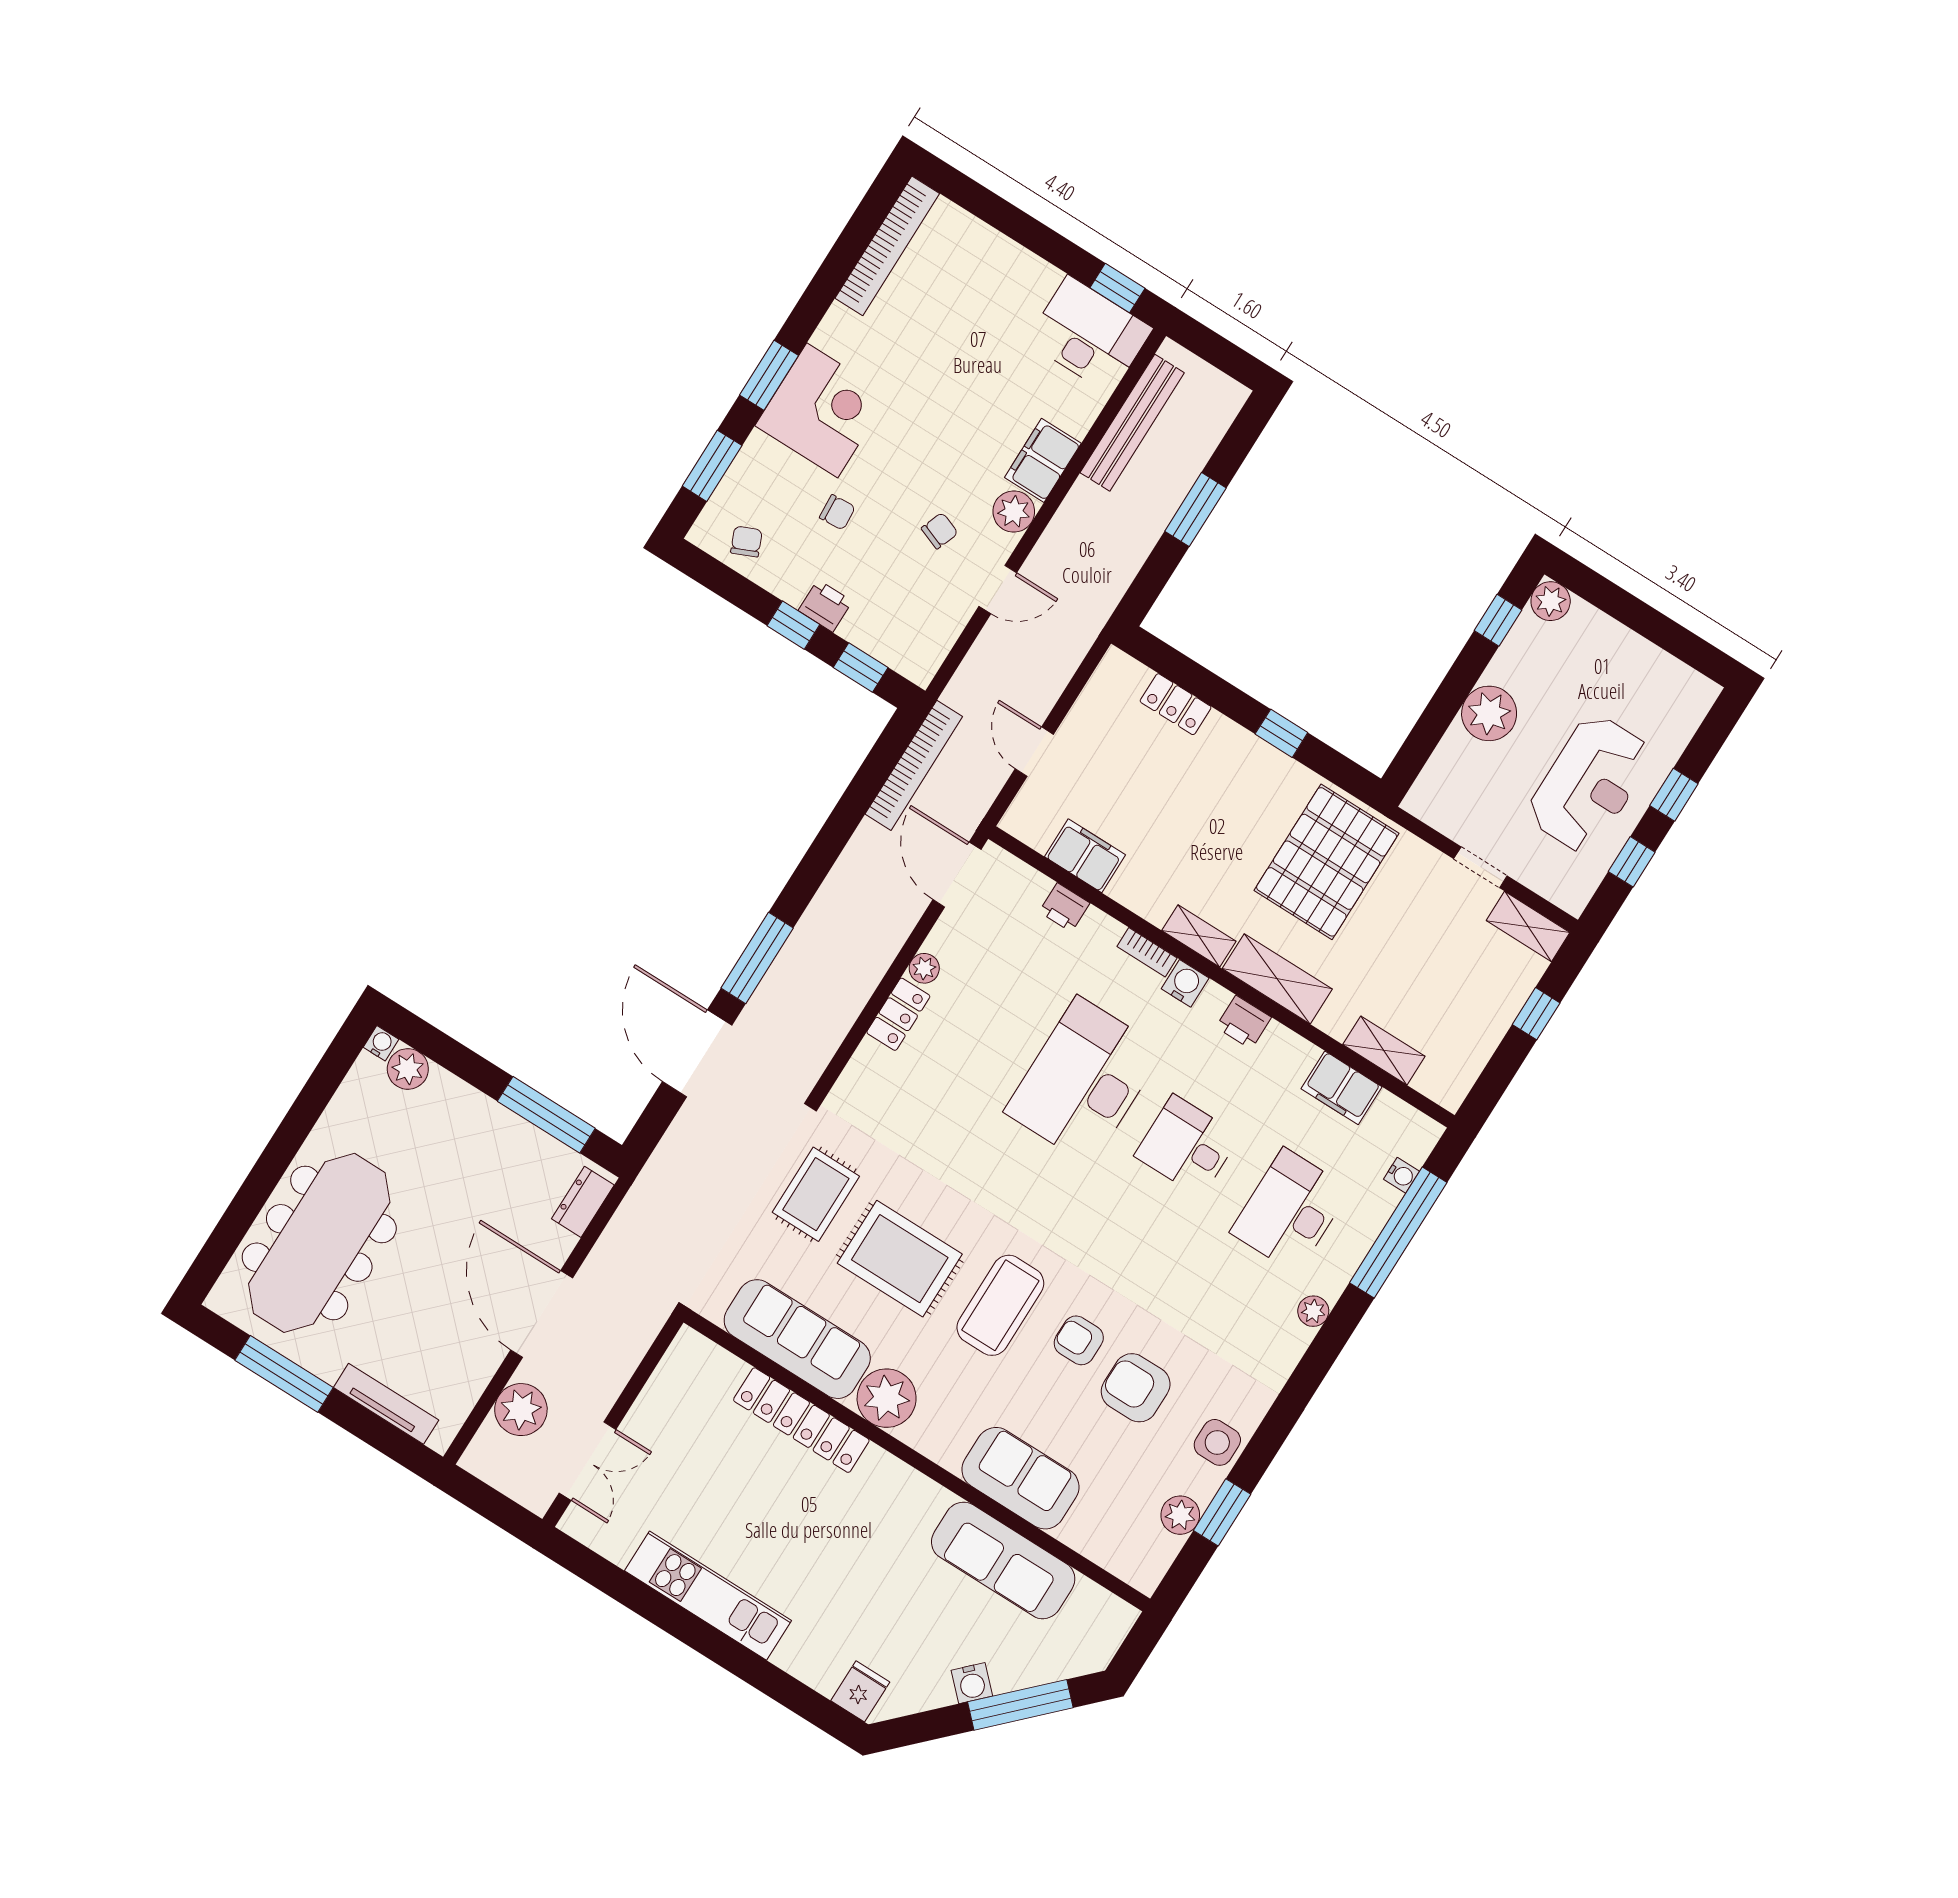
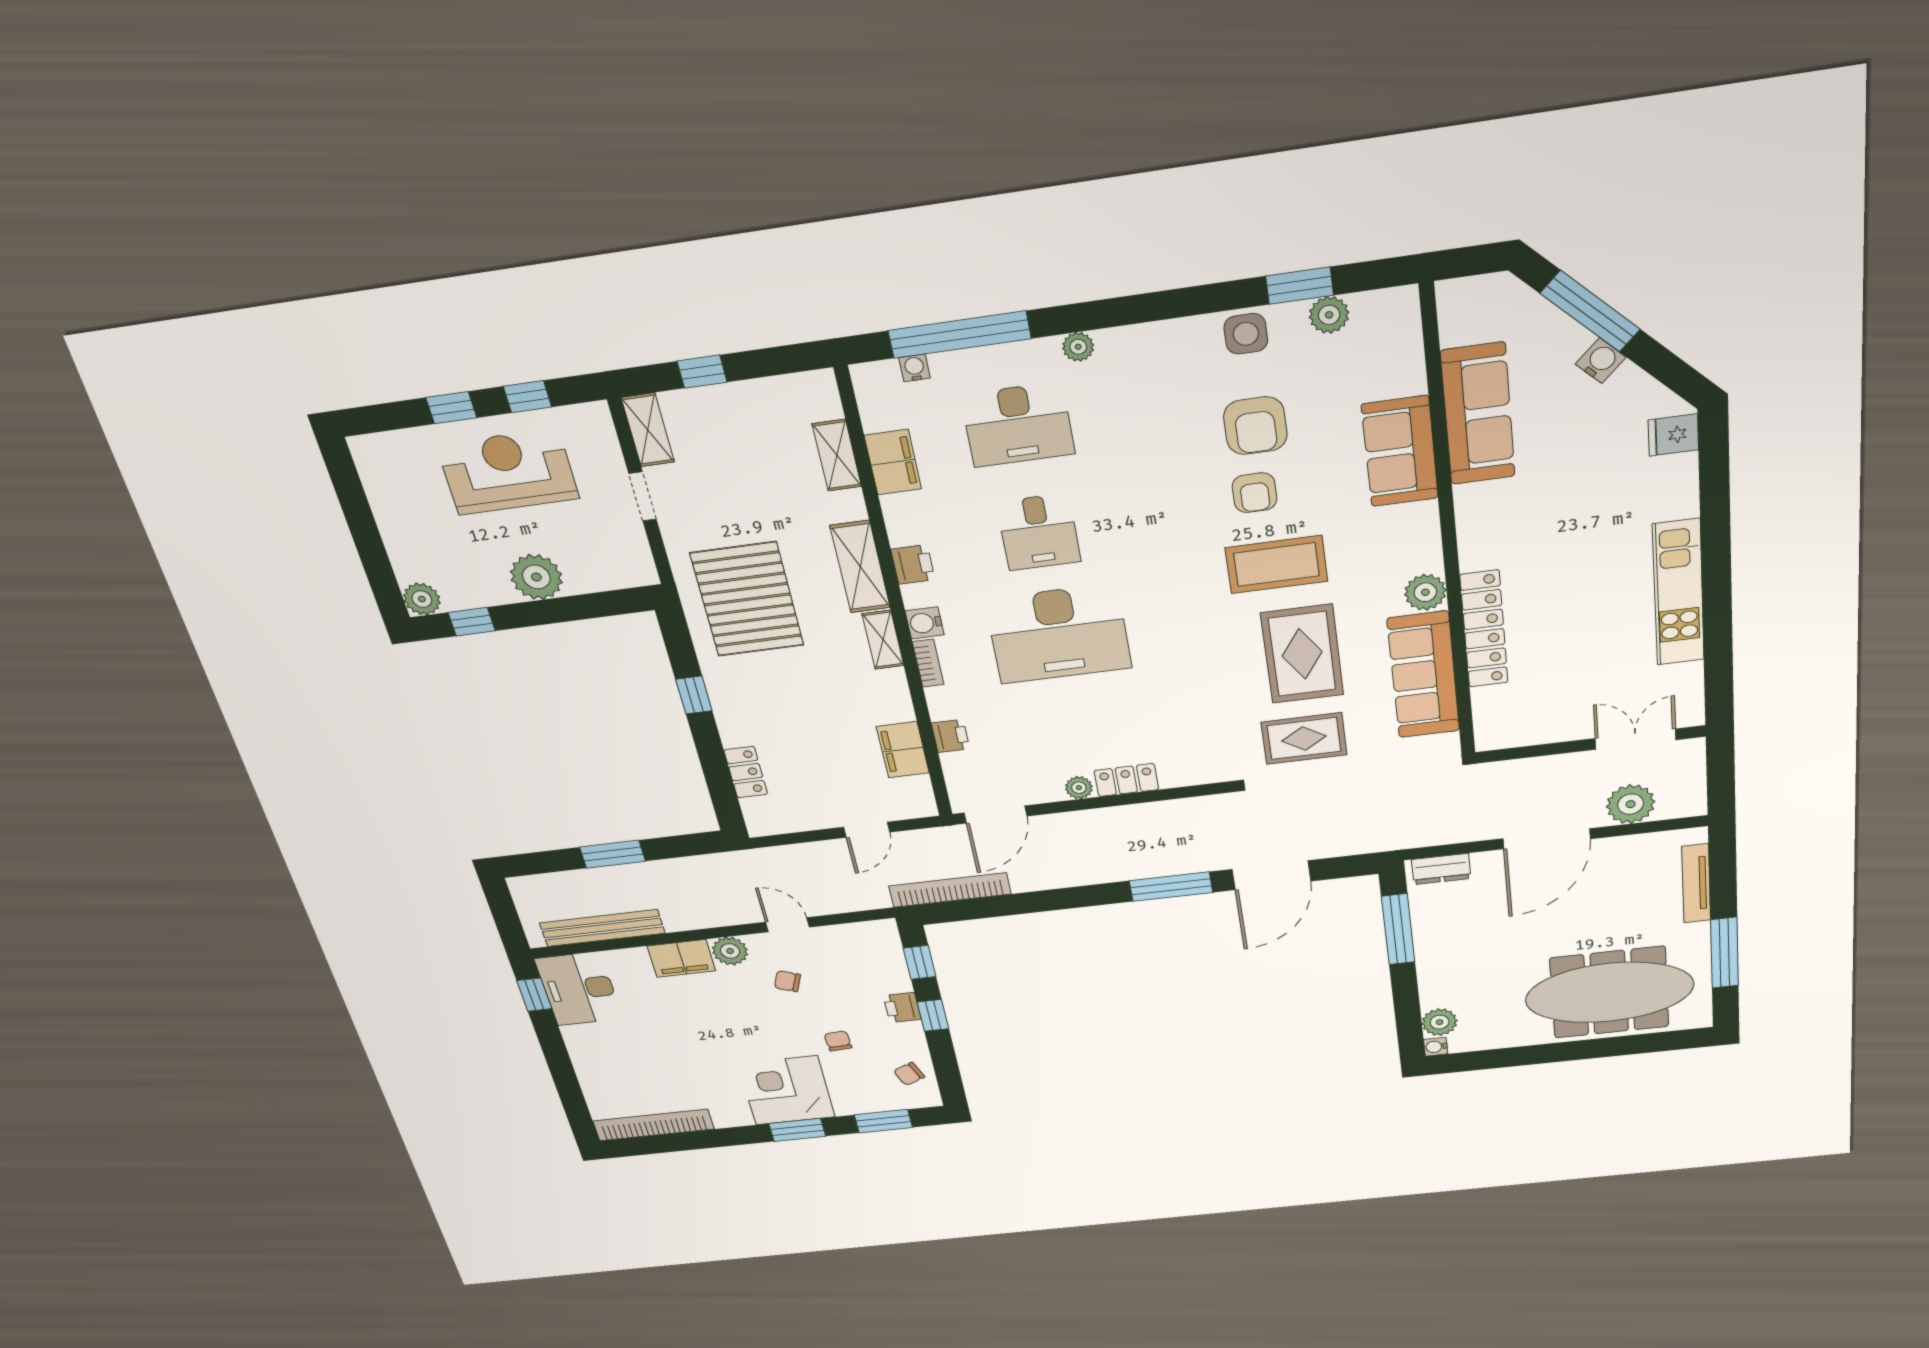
pallet: (1327, 862) -> (747, 599), turned 90
plant: (887, 1398) -> (1425, 592), width x0.73, depth x0.73

